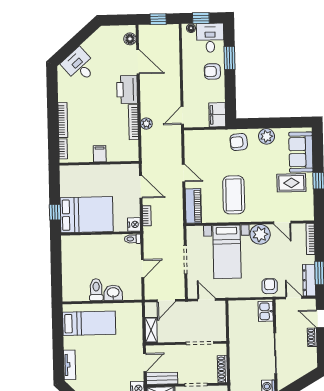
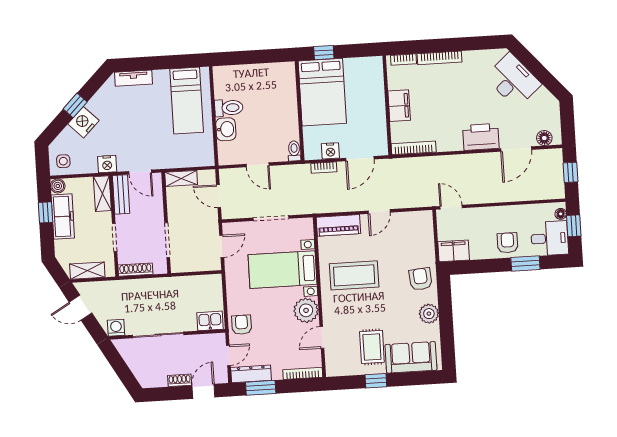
desk: (79, 66) -> (513, 80), width x1.37
bookcase: (133, 122) -> (414, 148), moved
plant: (146, 124) -> (439, 163), removed
filing cabinet: (100, 154) -> (399, 106), width x2.00
nightstand: (134, 224) -> (330, 151), moved
armchair: (270, 286) -> (242, 325), turned -90

